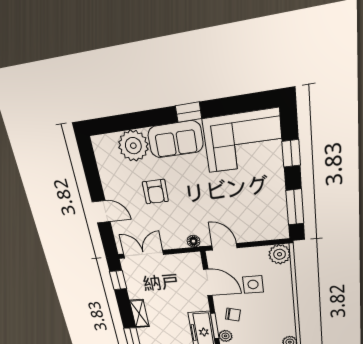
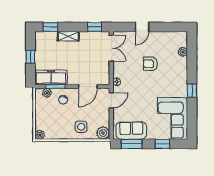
sofa: (175, 139) -> (131, 131), moved, turned 90
plant: (133, 146) -> (183, 52), width x0.53, depth x0.53
side table: (253, 284) -> (81, 127), moved

